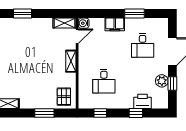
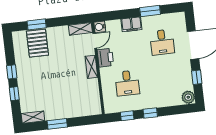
plant: (162, 81) -> (188, 97), moved
pallet: (64, 97) -> (37, 43), moved, width x1.50, depth x1.42
printer: (143, 101) -> (105, 58), moved, turned 90
window: (44, 113) -> (57, 124), moved
window: (136, 113) -> (150, 113), moved

